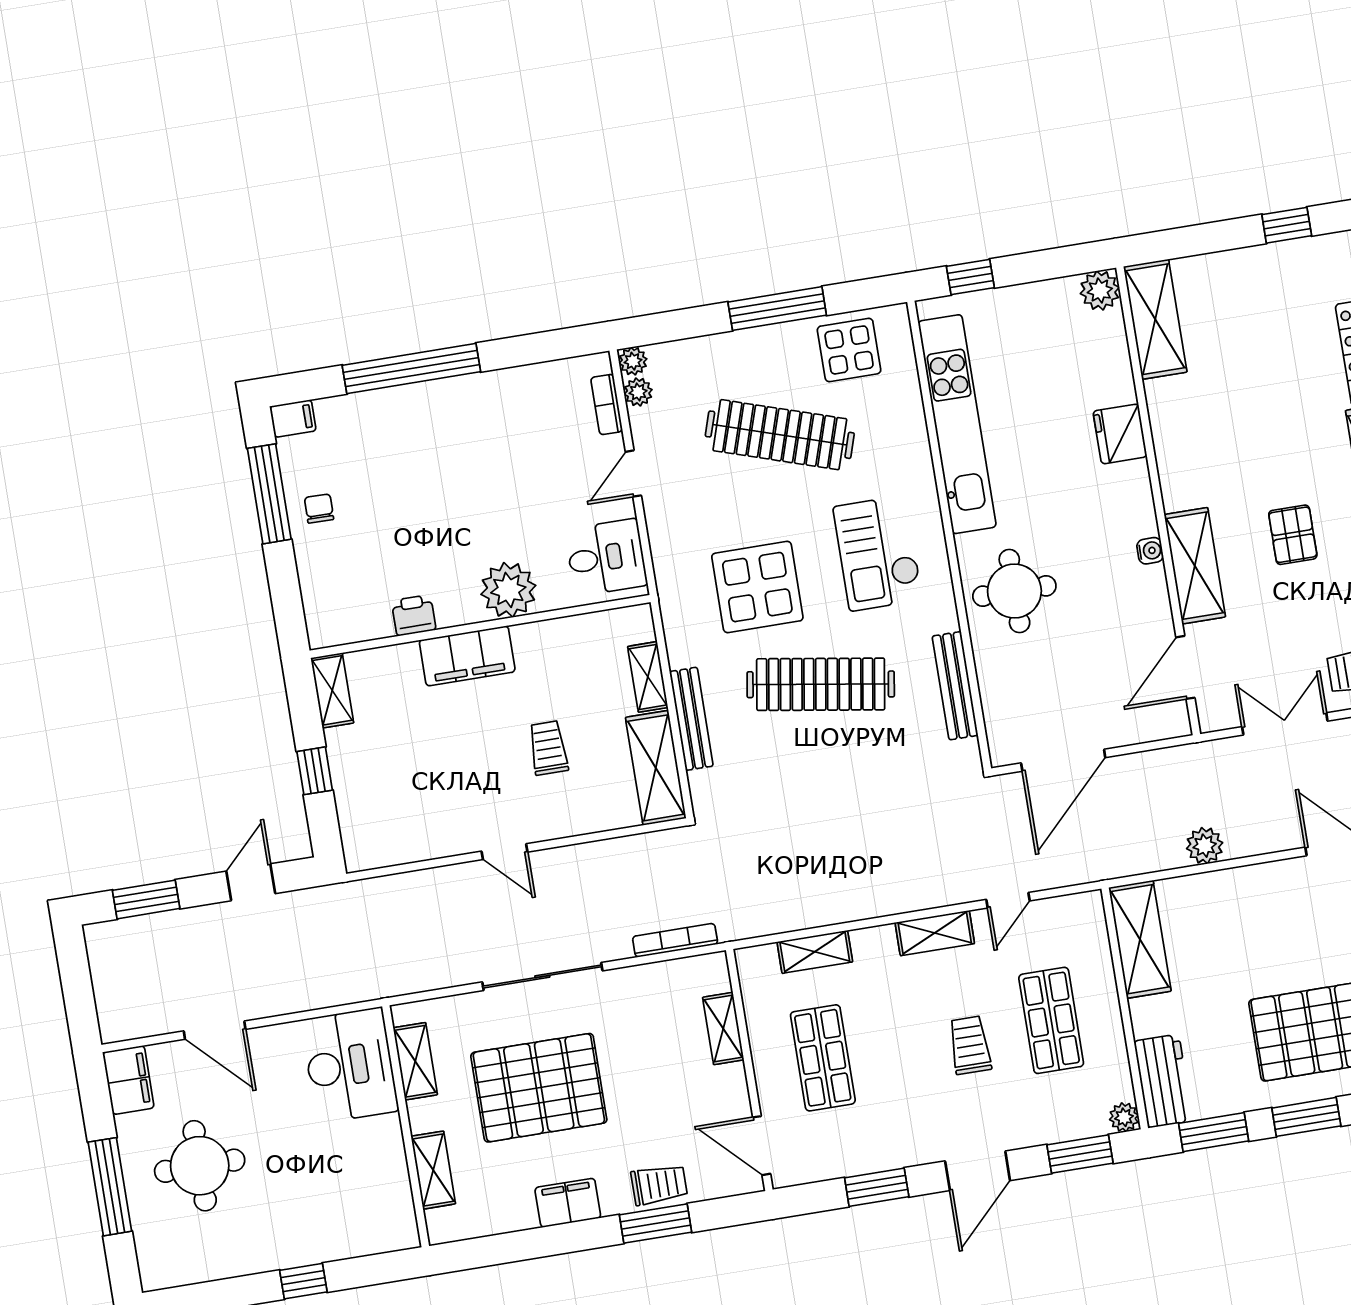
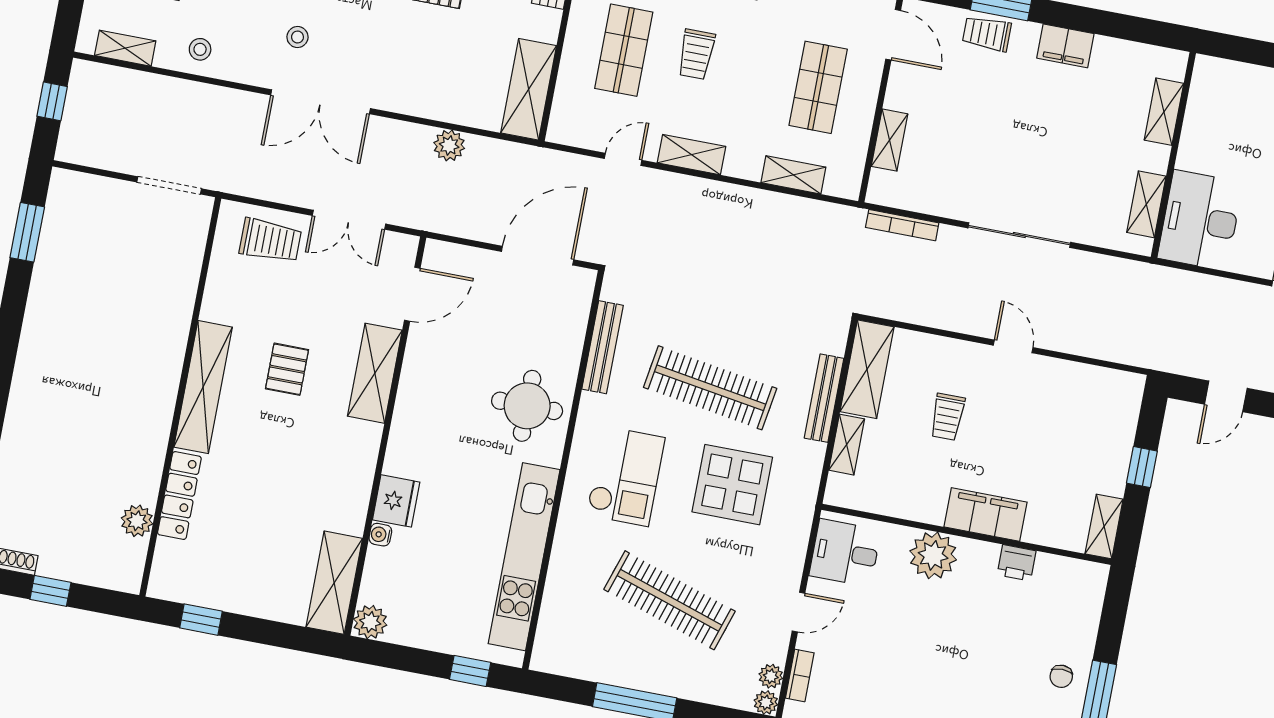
display table: (849, 350) -> (589, 648), removed
water cooler: (1150, 551) -> (380, 535), moved
pallet: (539, 1088) -> (1055, 147), removed

